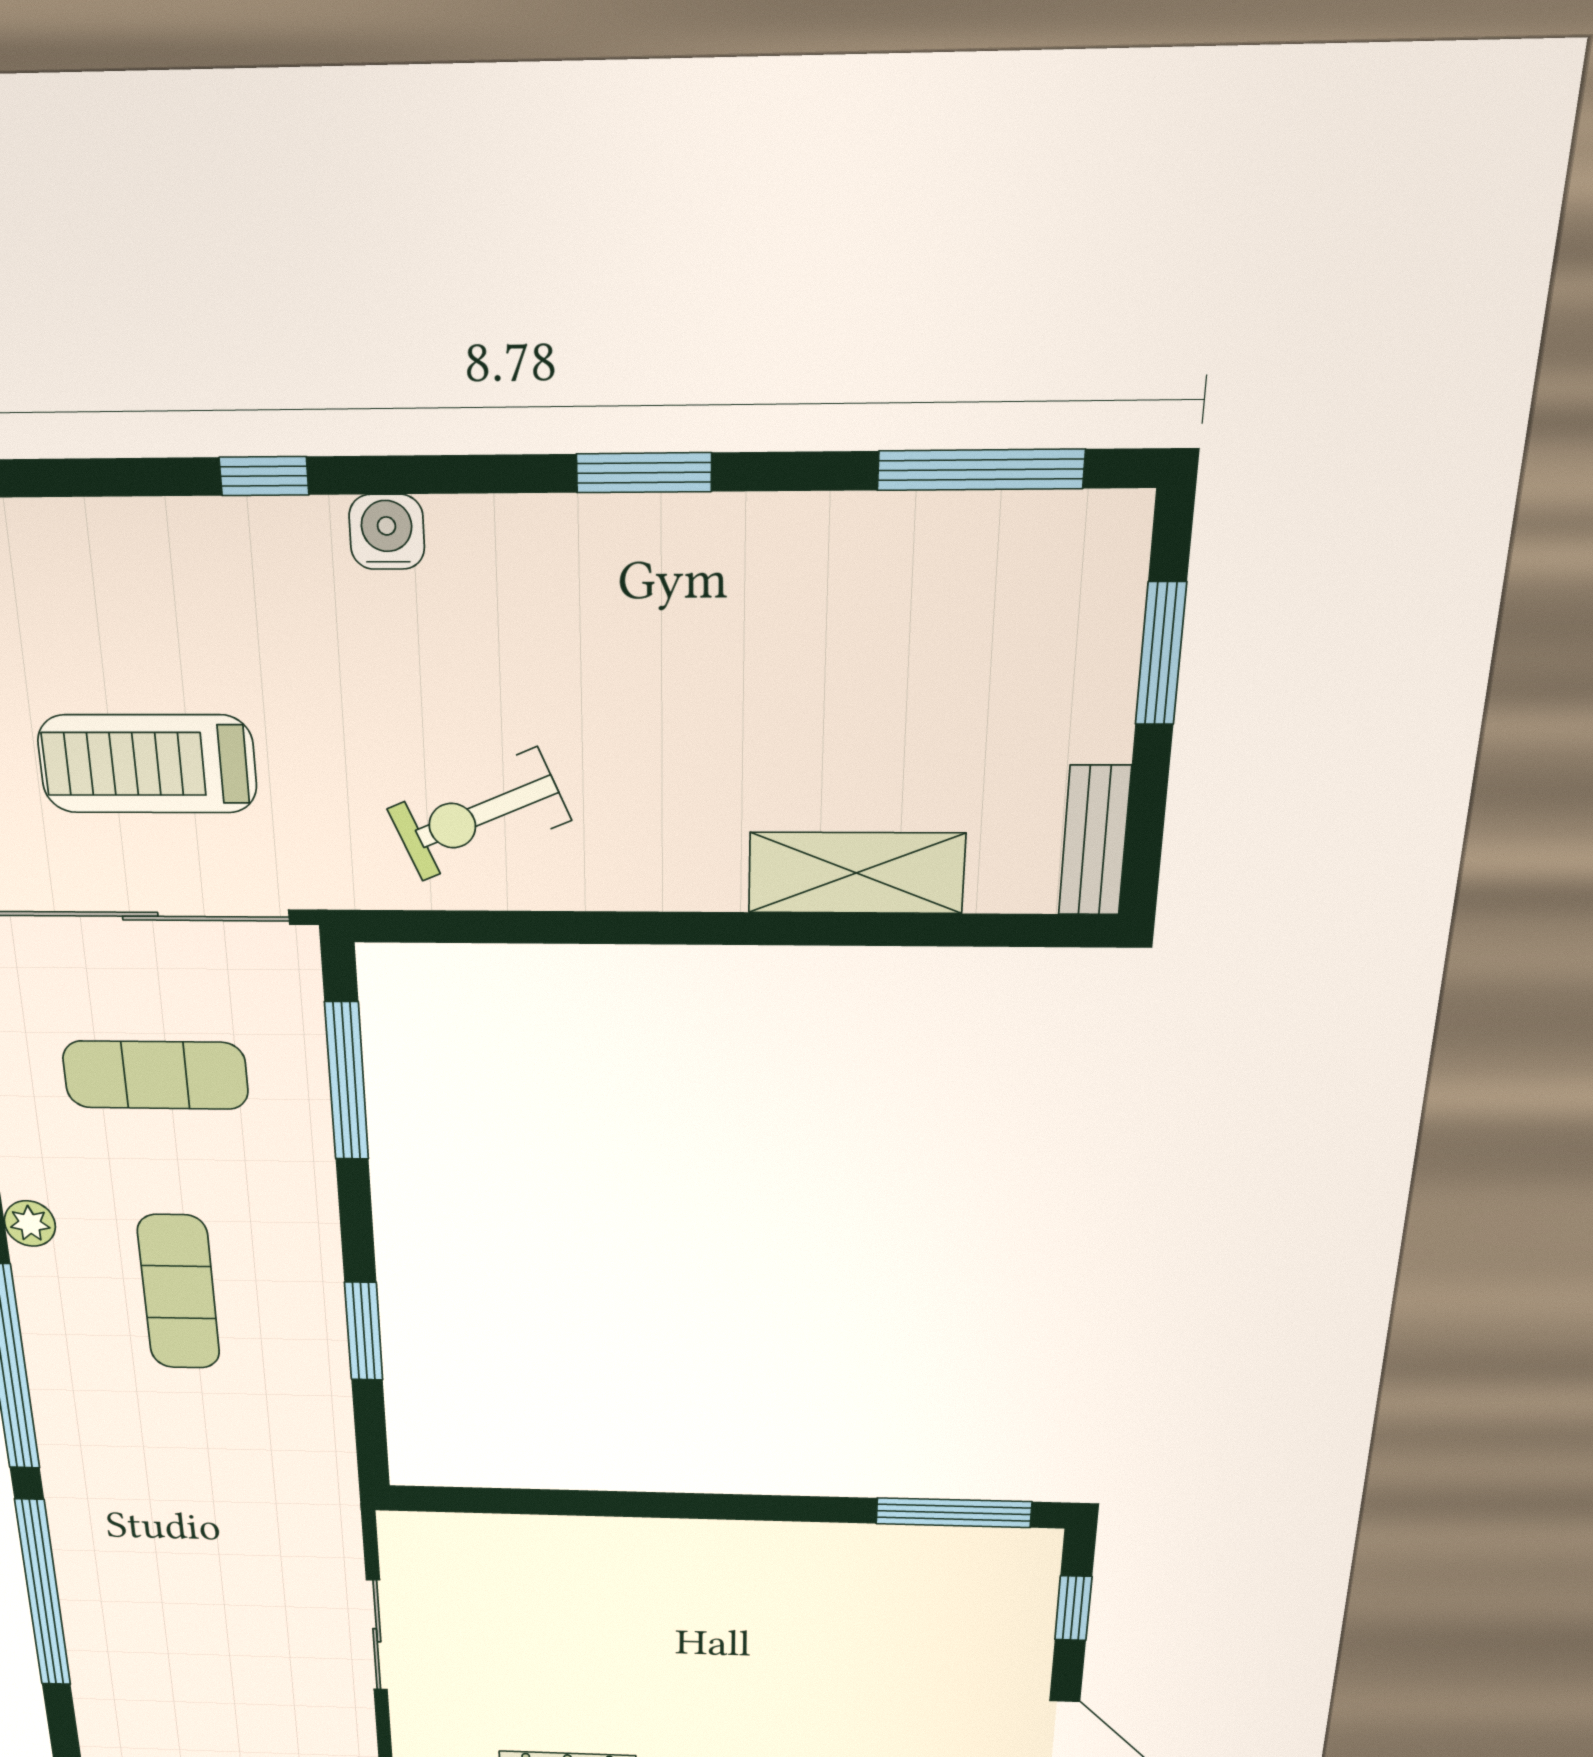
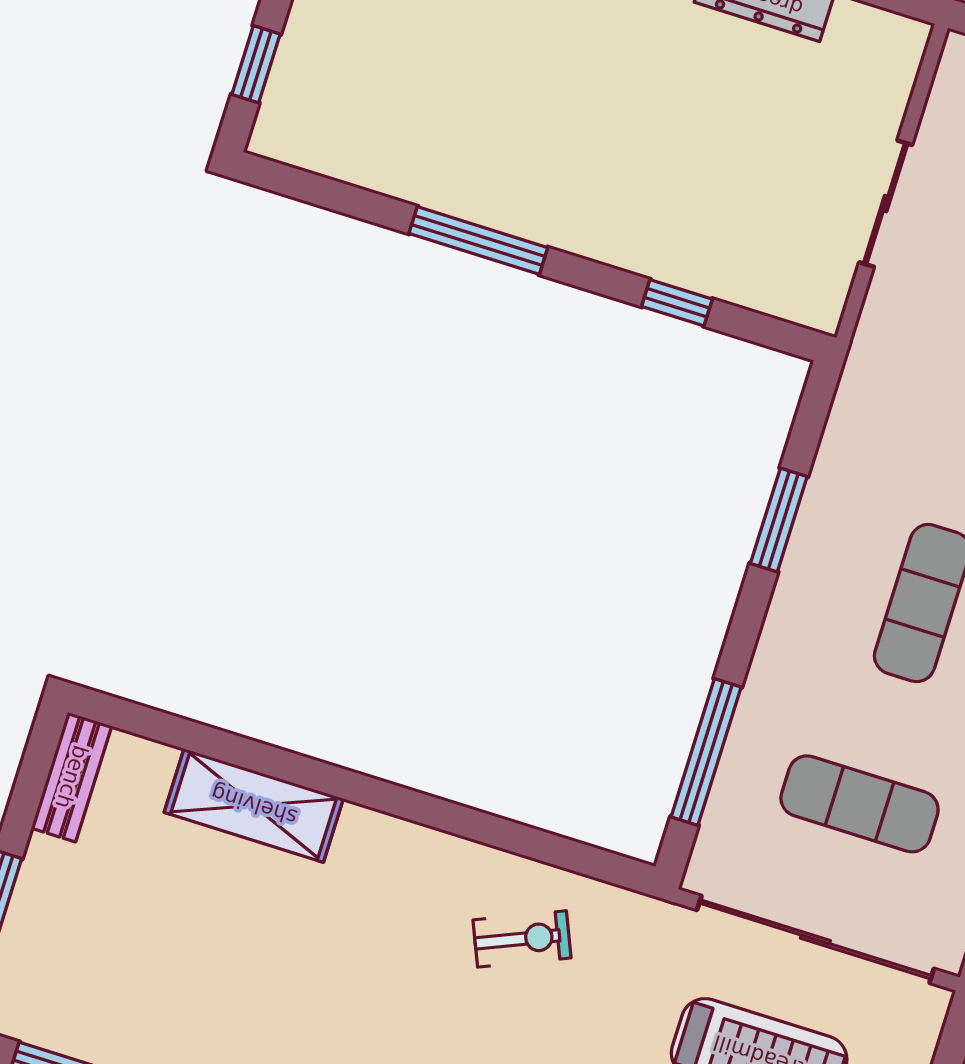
exercise bike: (479, 815) -> (522, 939), width x0.73, depth x0.72
window: (552, 1502) -> (677, 303), added
window: (954, 1513) -> (478, 240), moved

